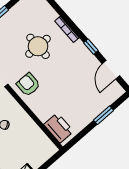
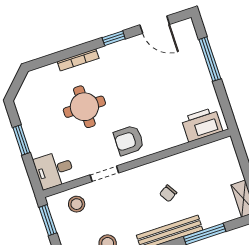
window: (104, 115) -> (210, 59), width x1.44

